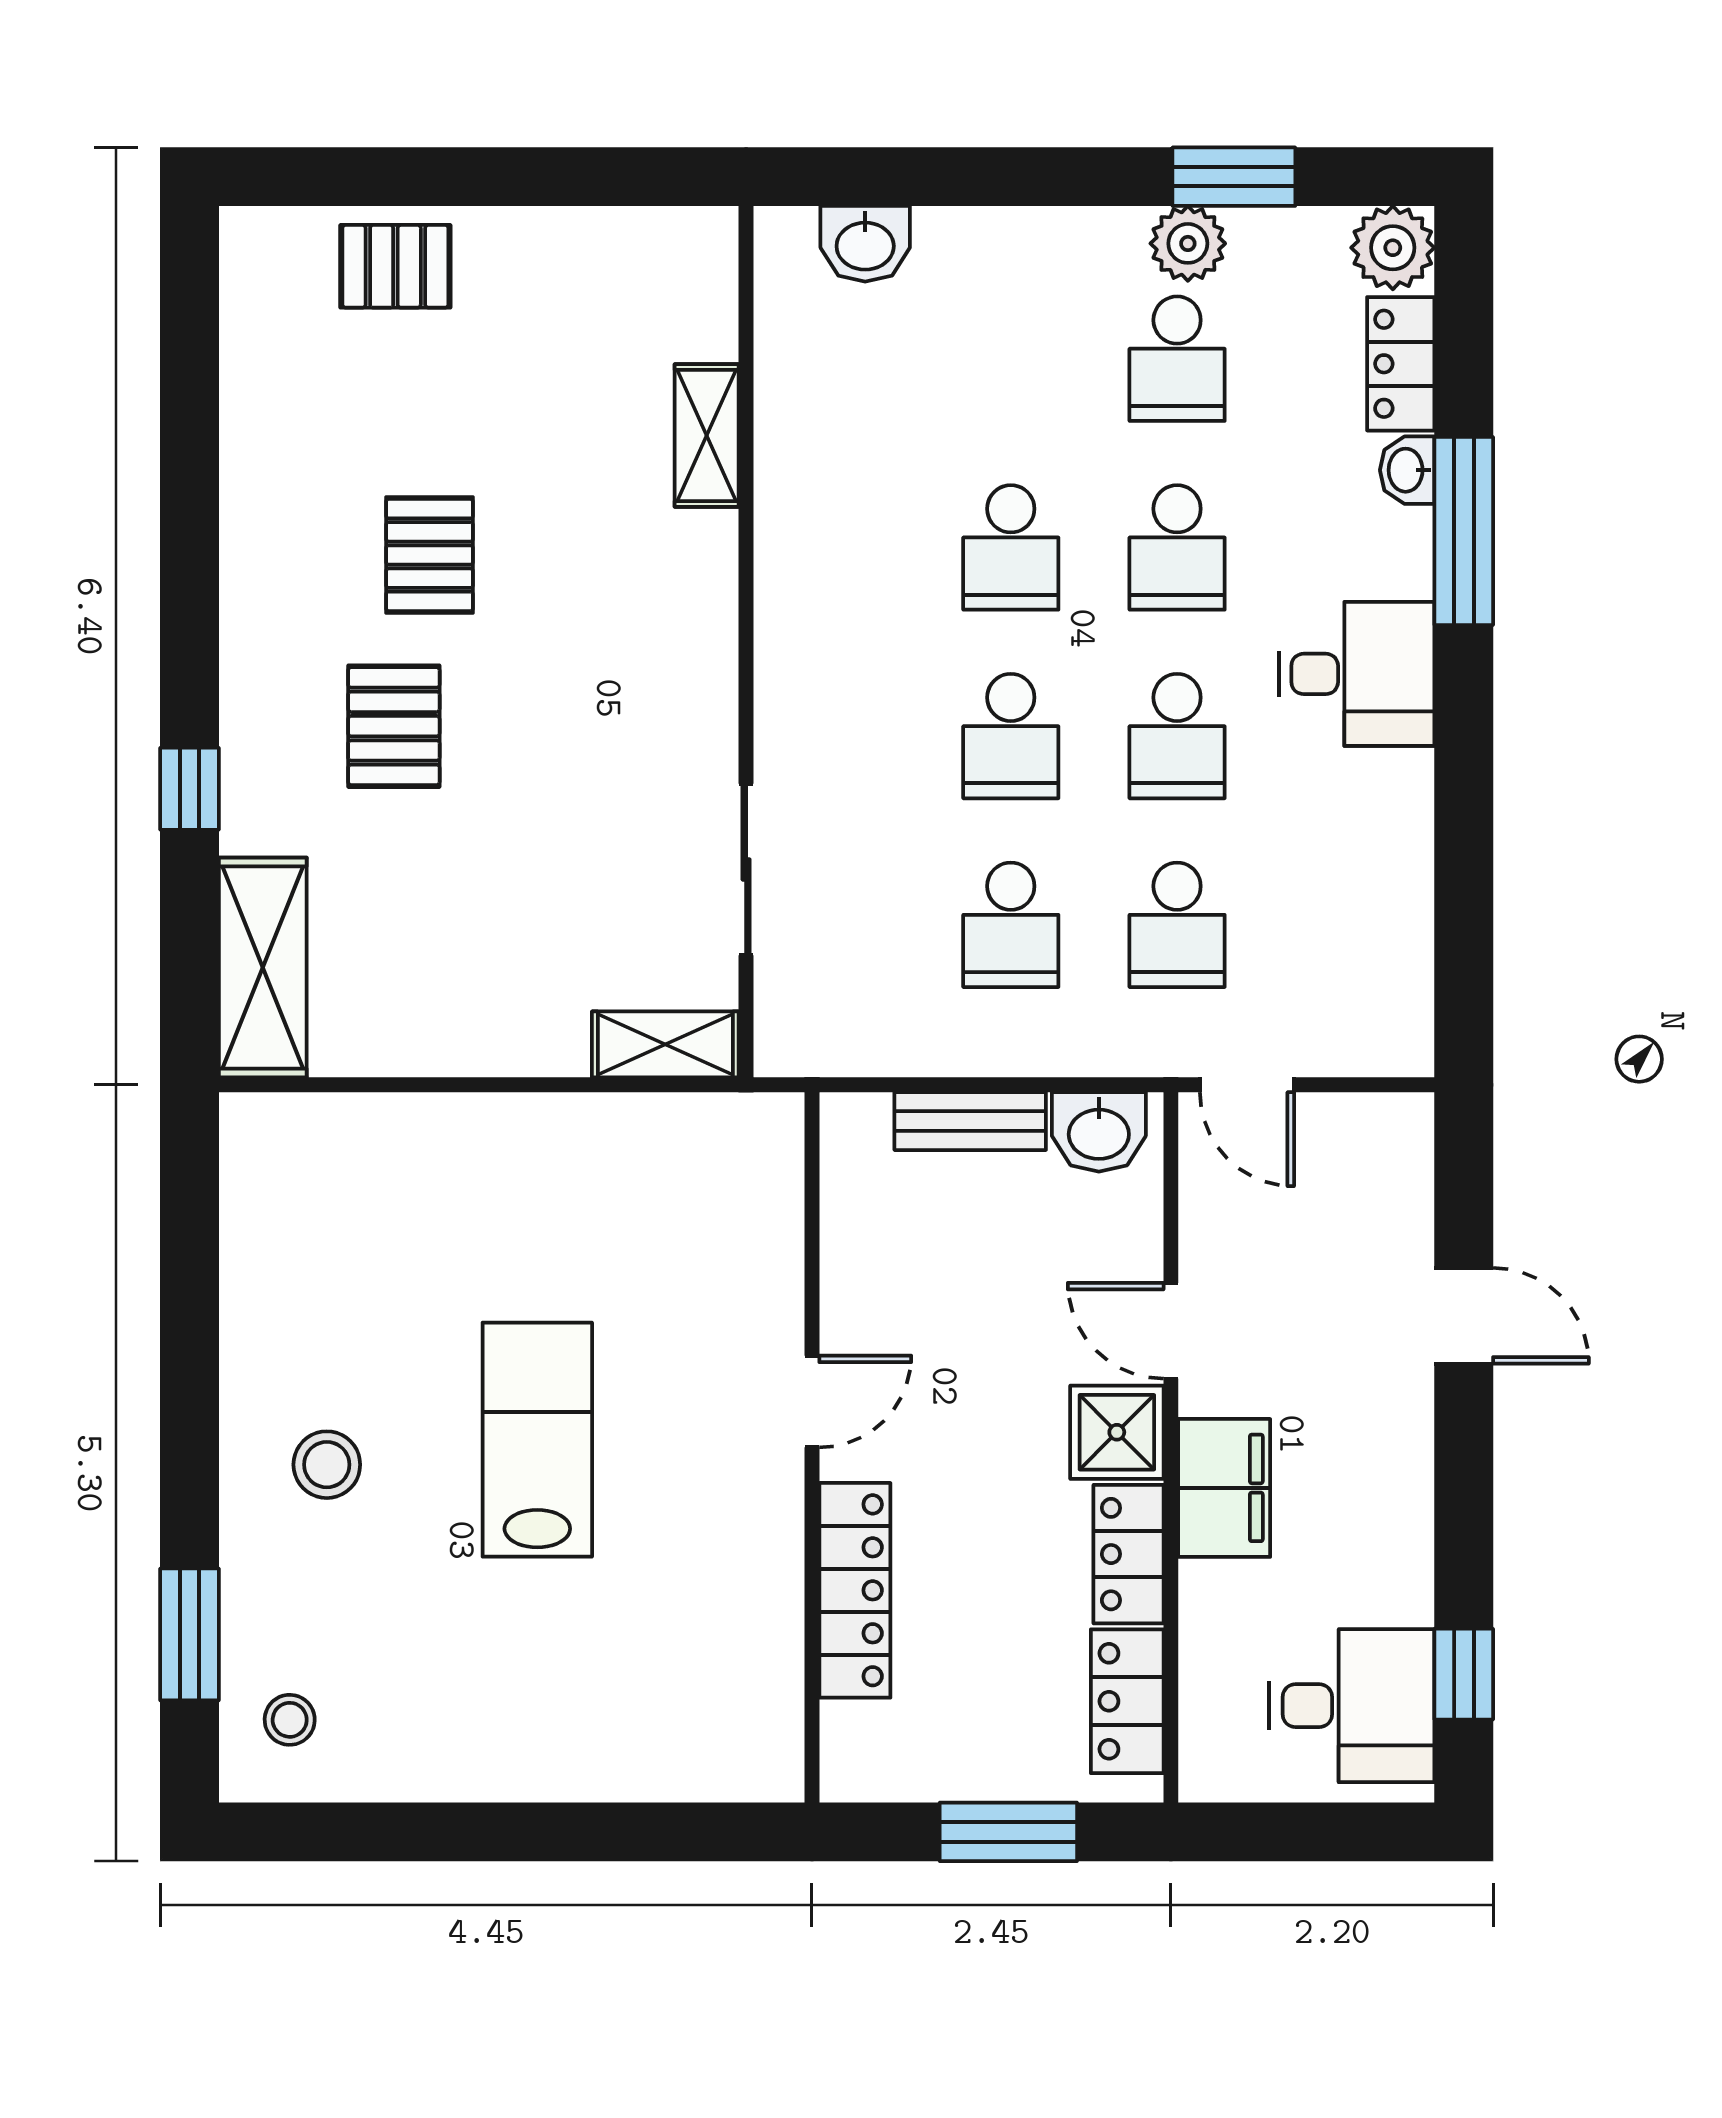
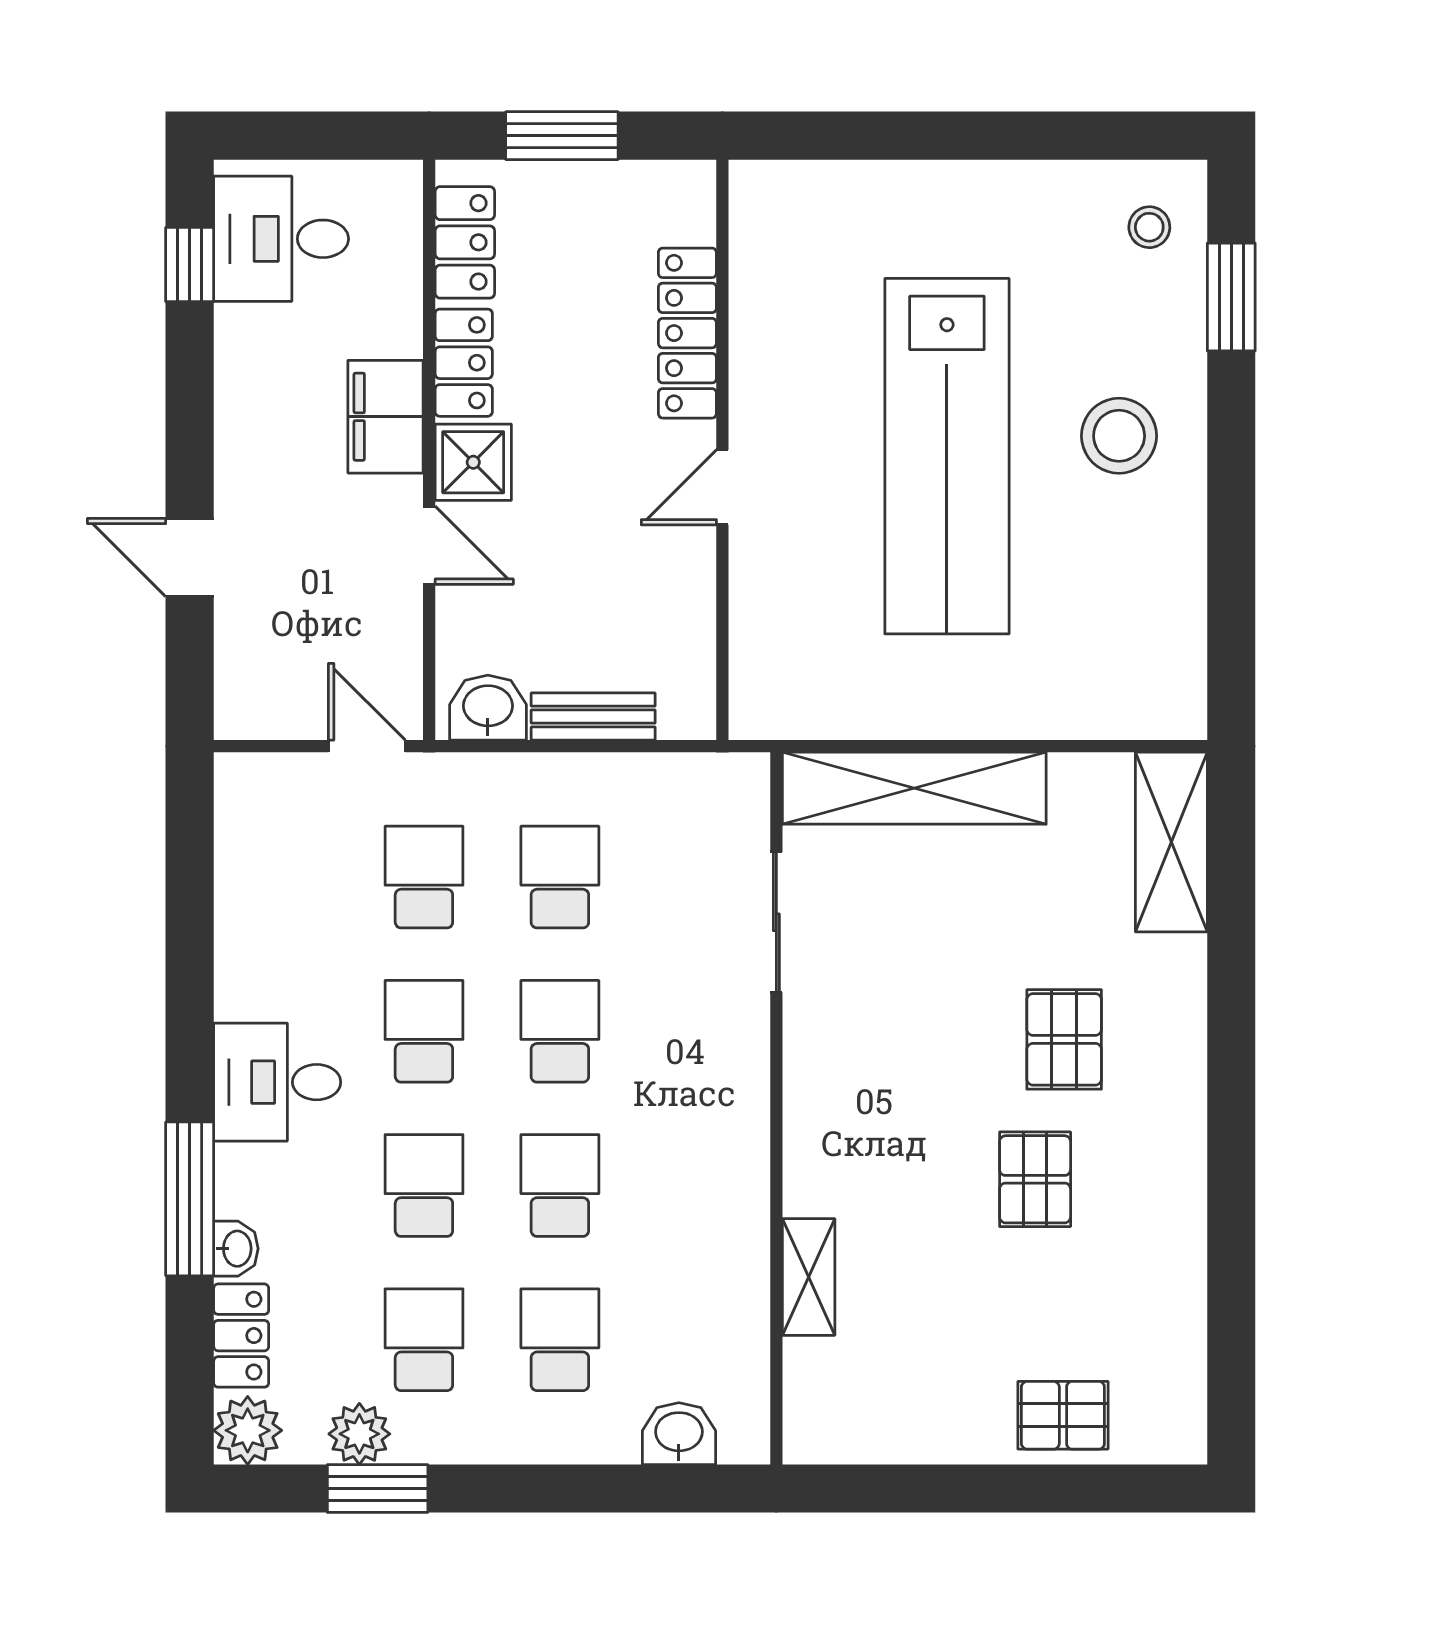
plant: (1188, 243) -> (359, 1434), moved
school desk: (1011, 359) -> (560, 1340), added
window: (189, 789) -> (1231, 988), removed
shelving: (665, 1044) -> (914, 788), width x2.20, depth x1.33
lab bench: (537, 1440) -> (947, 456), width x1.86, depth x1.39
stool: (327, 1465) -> (1119, 436), width x1.38, depth x1.38

